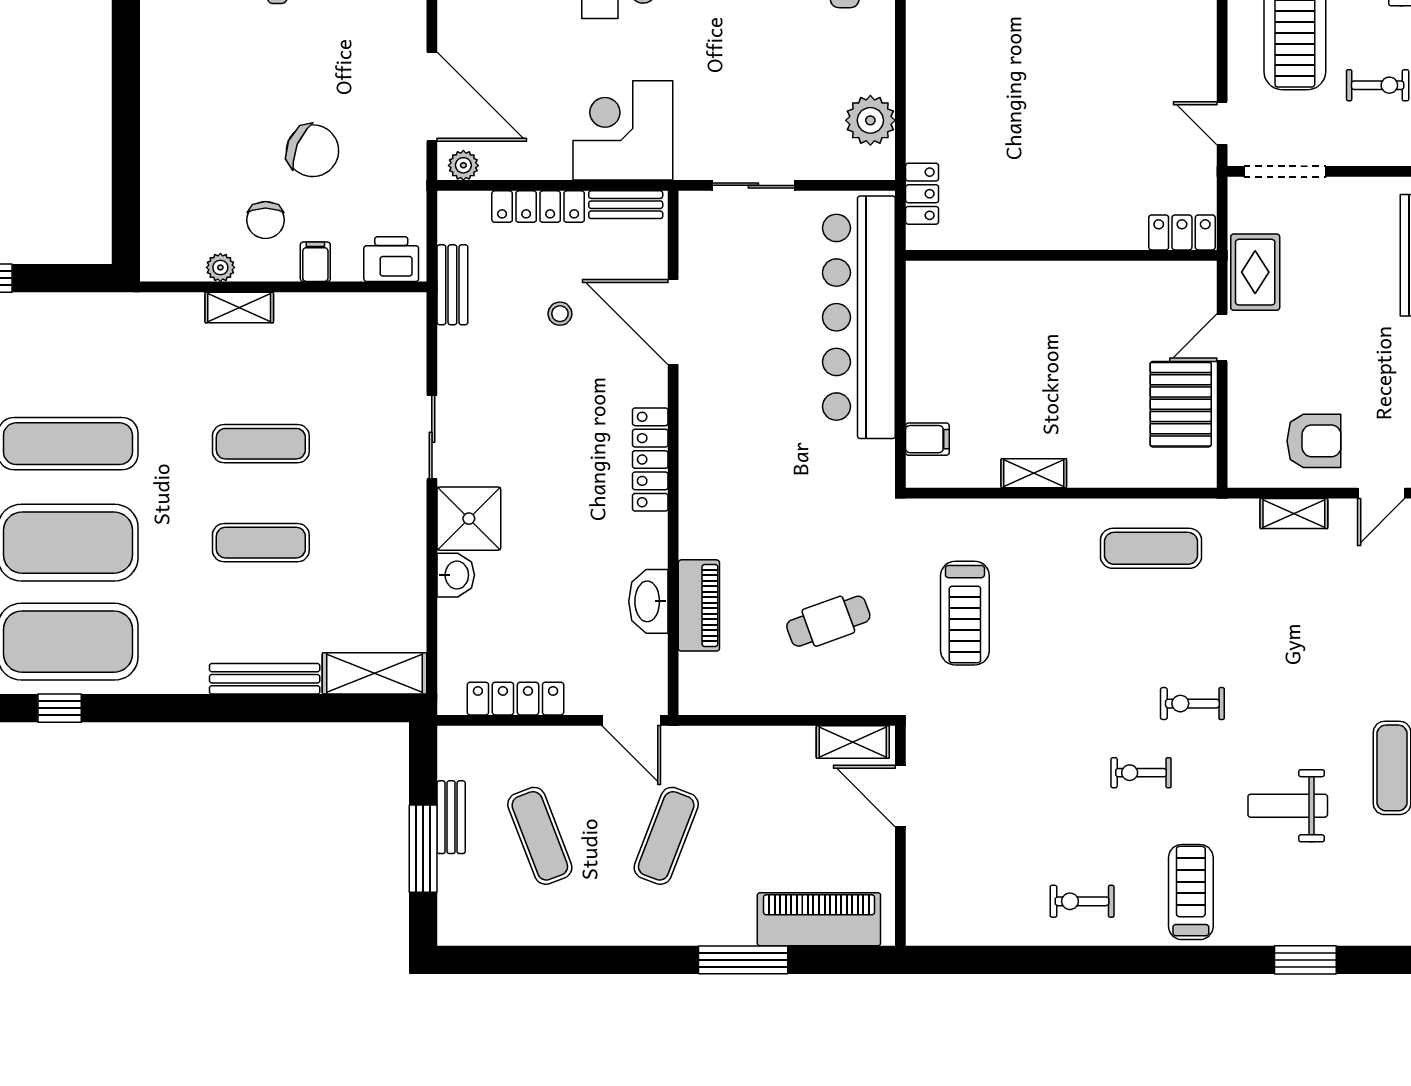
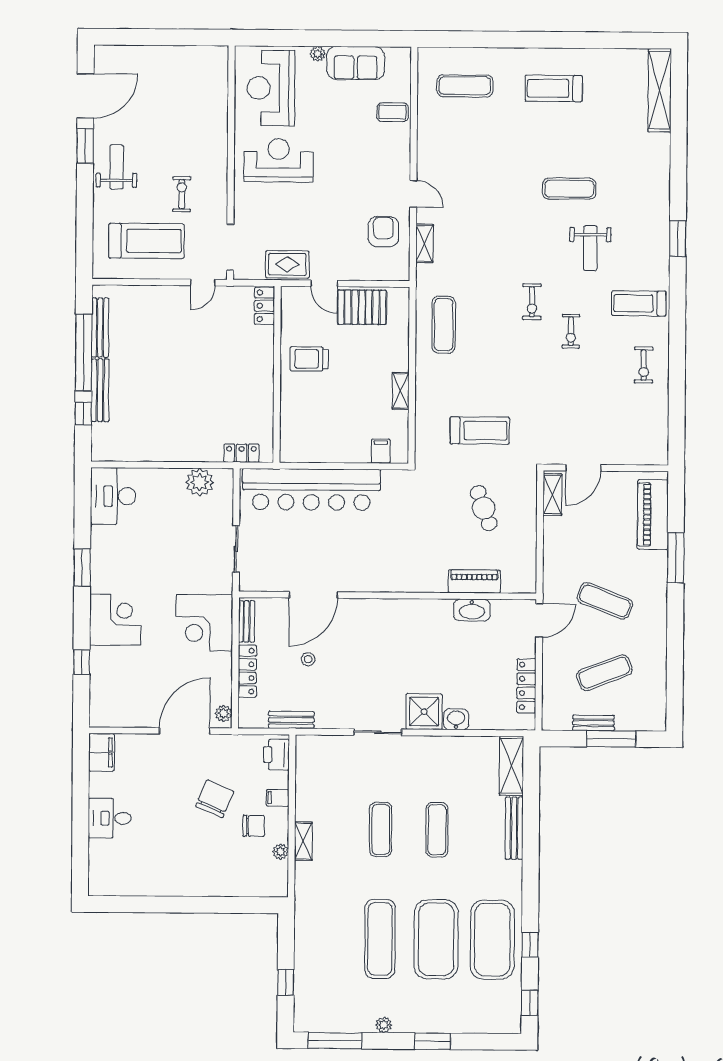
trolley: (1089, 312) -> (309, 359), added
locker: (650, 460) -> (391, 608), removed

